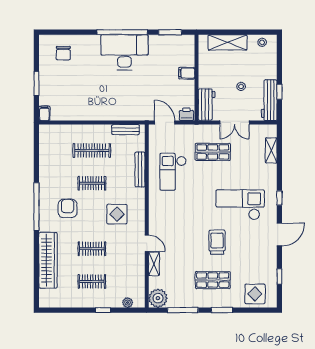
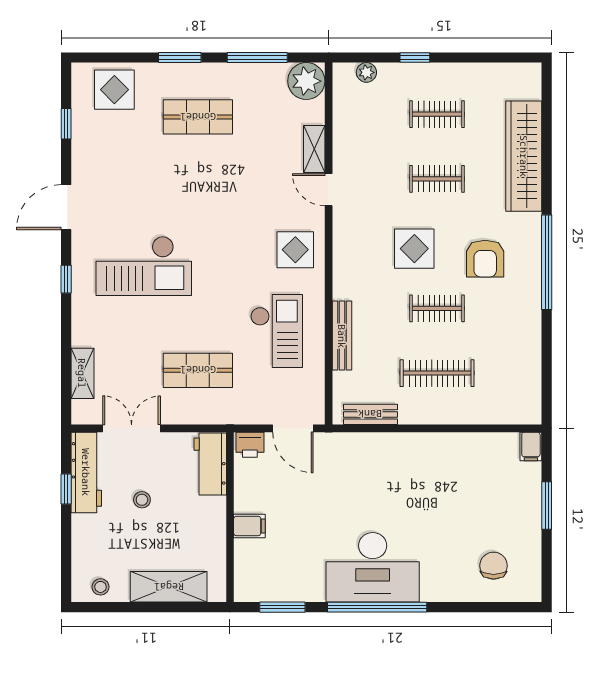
double door: (234, 123) -> (132, 428), moved
display table: (164, 213) -> (295, 250), added
display table: (117, 214) -> (414, 249), moved
trolley: (217, 242) -> (190, 192), removed

